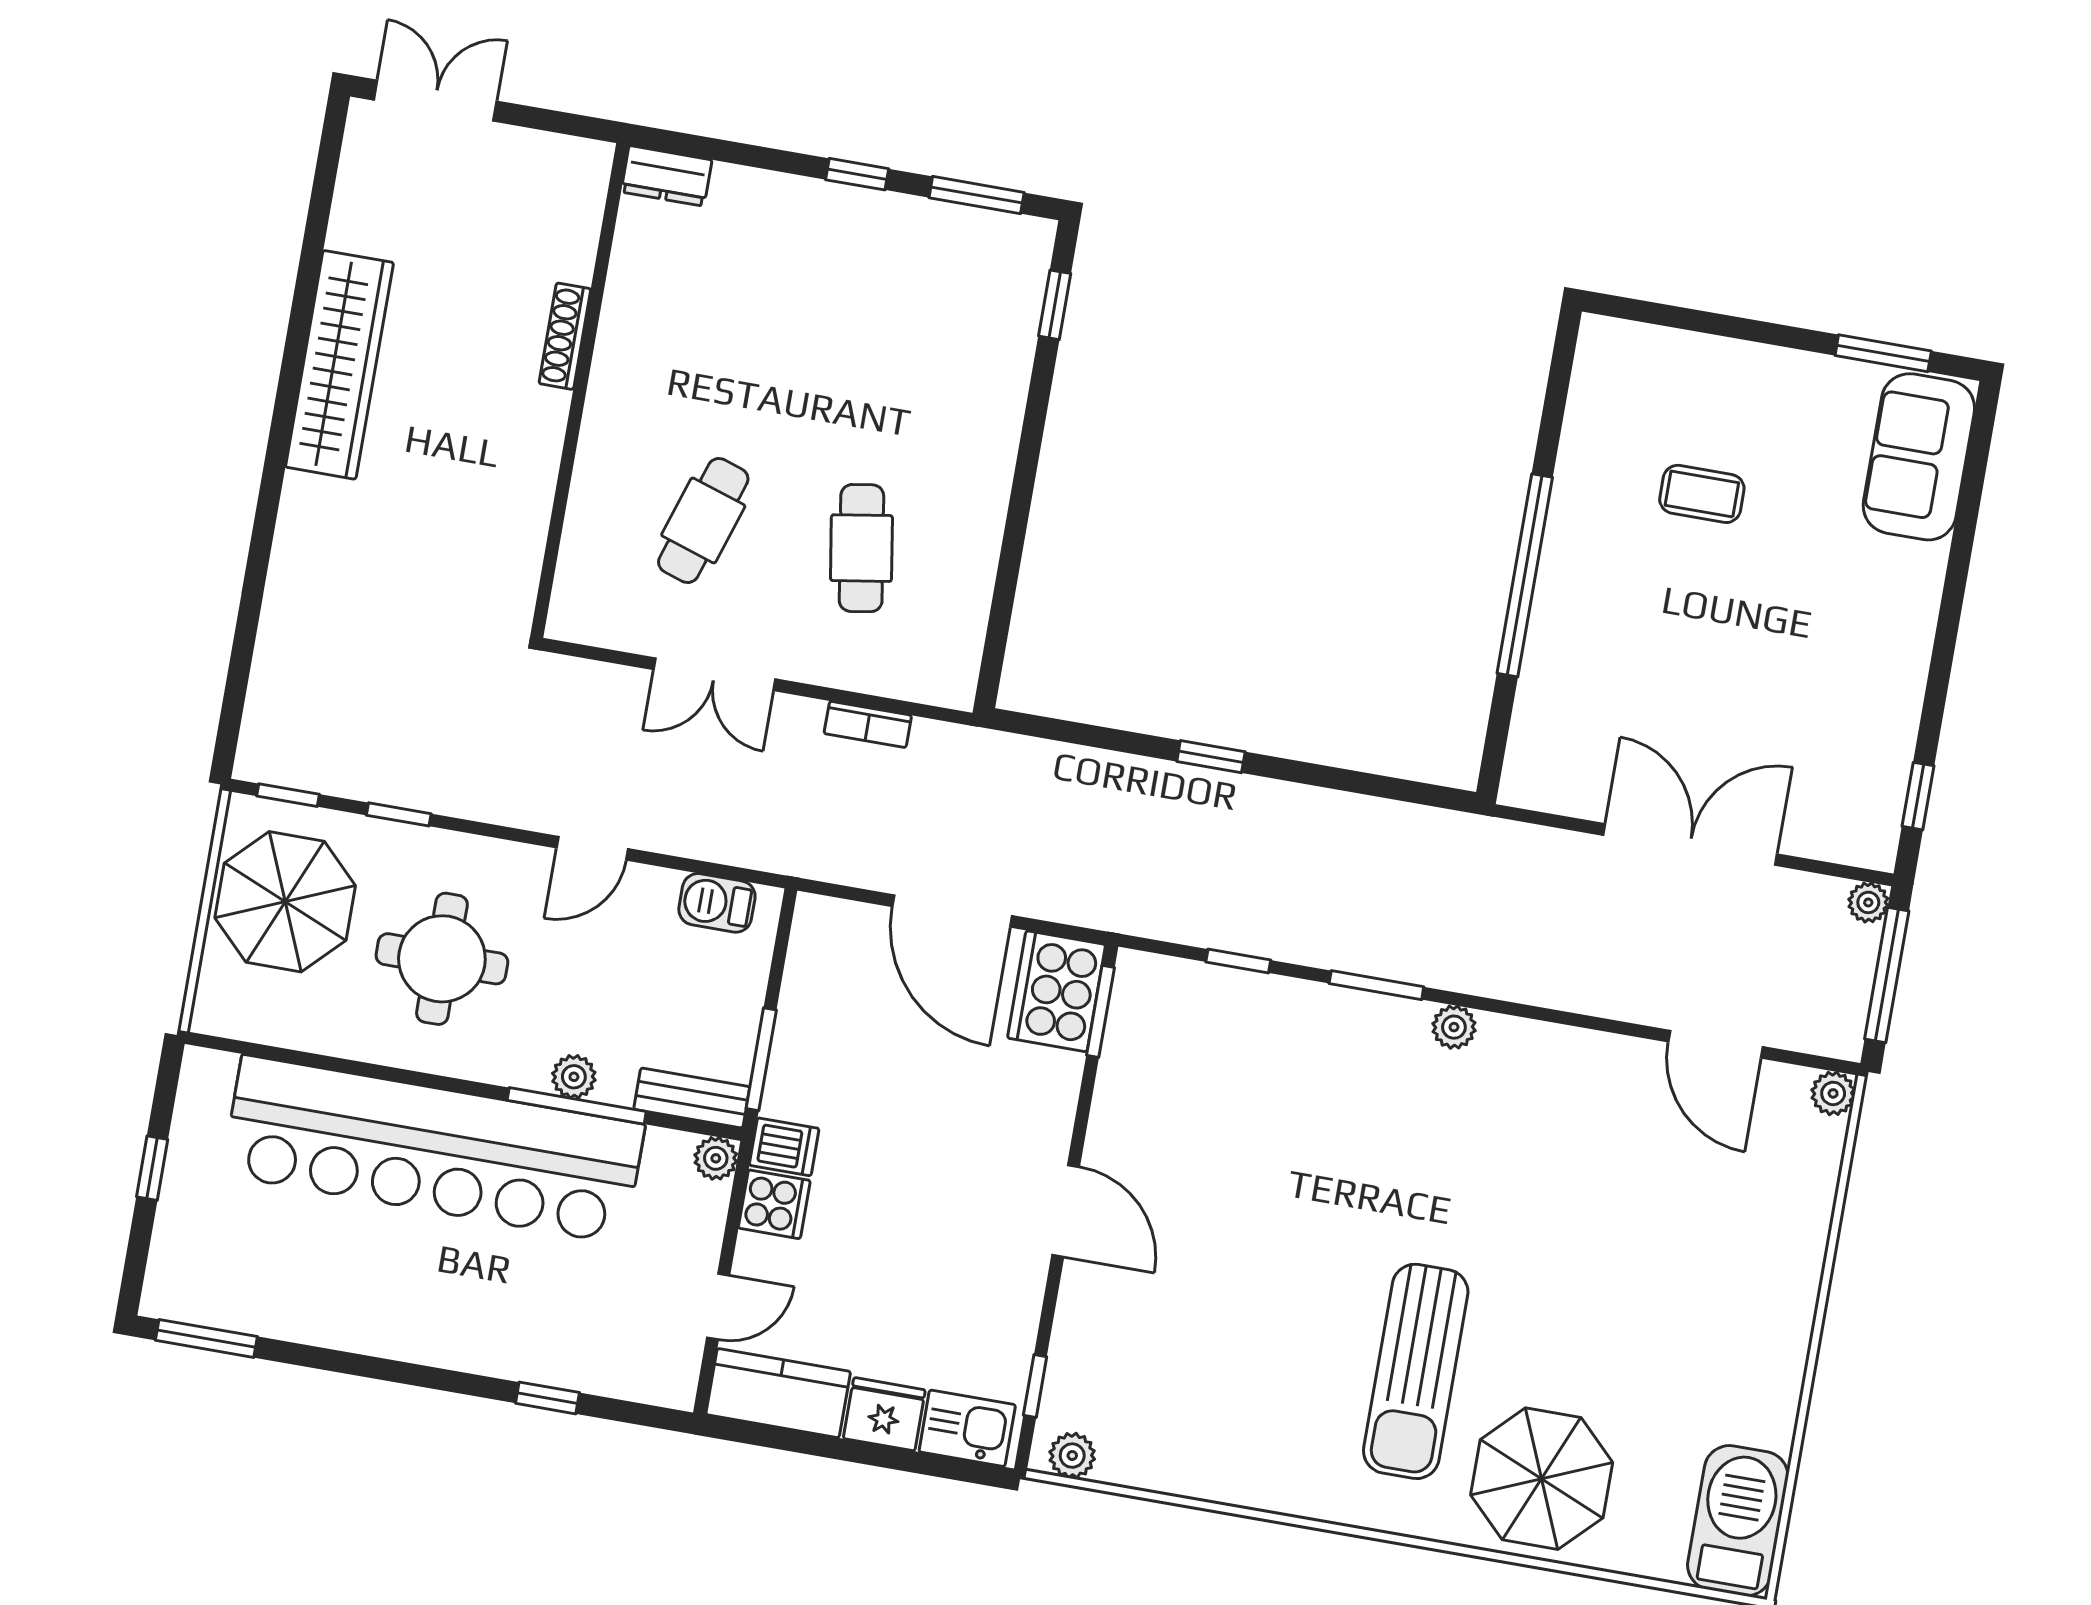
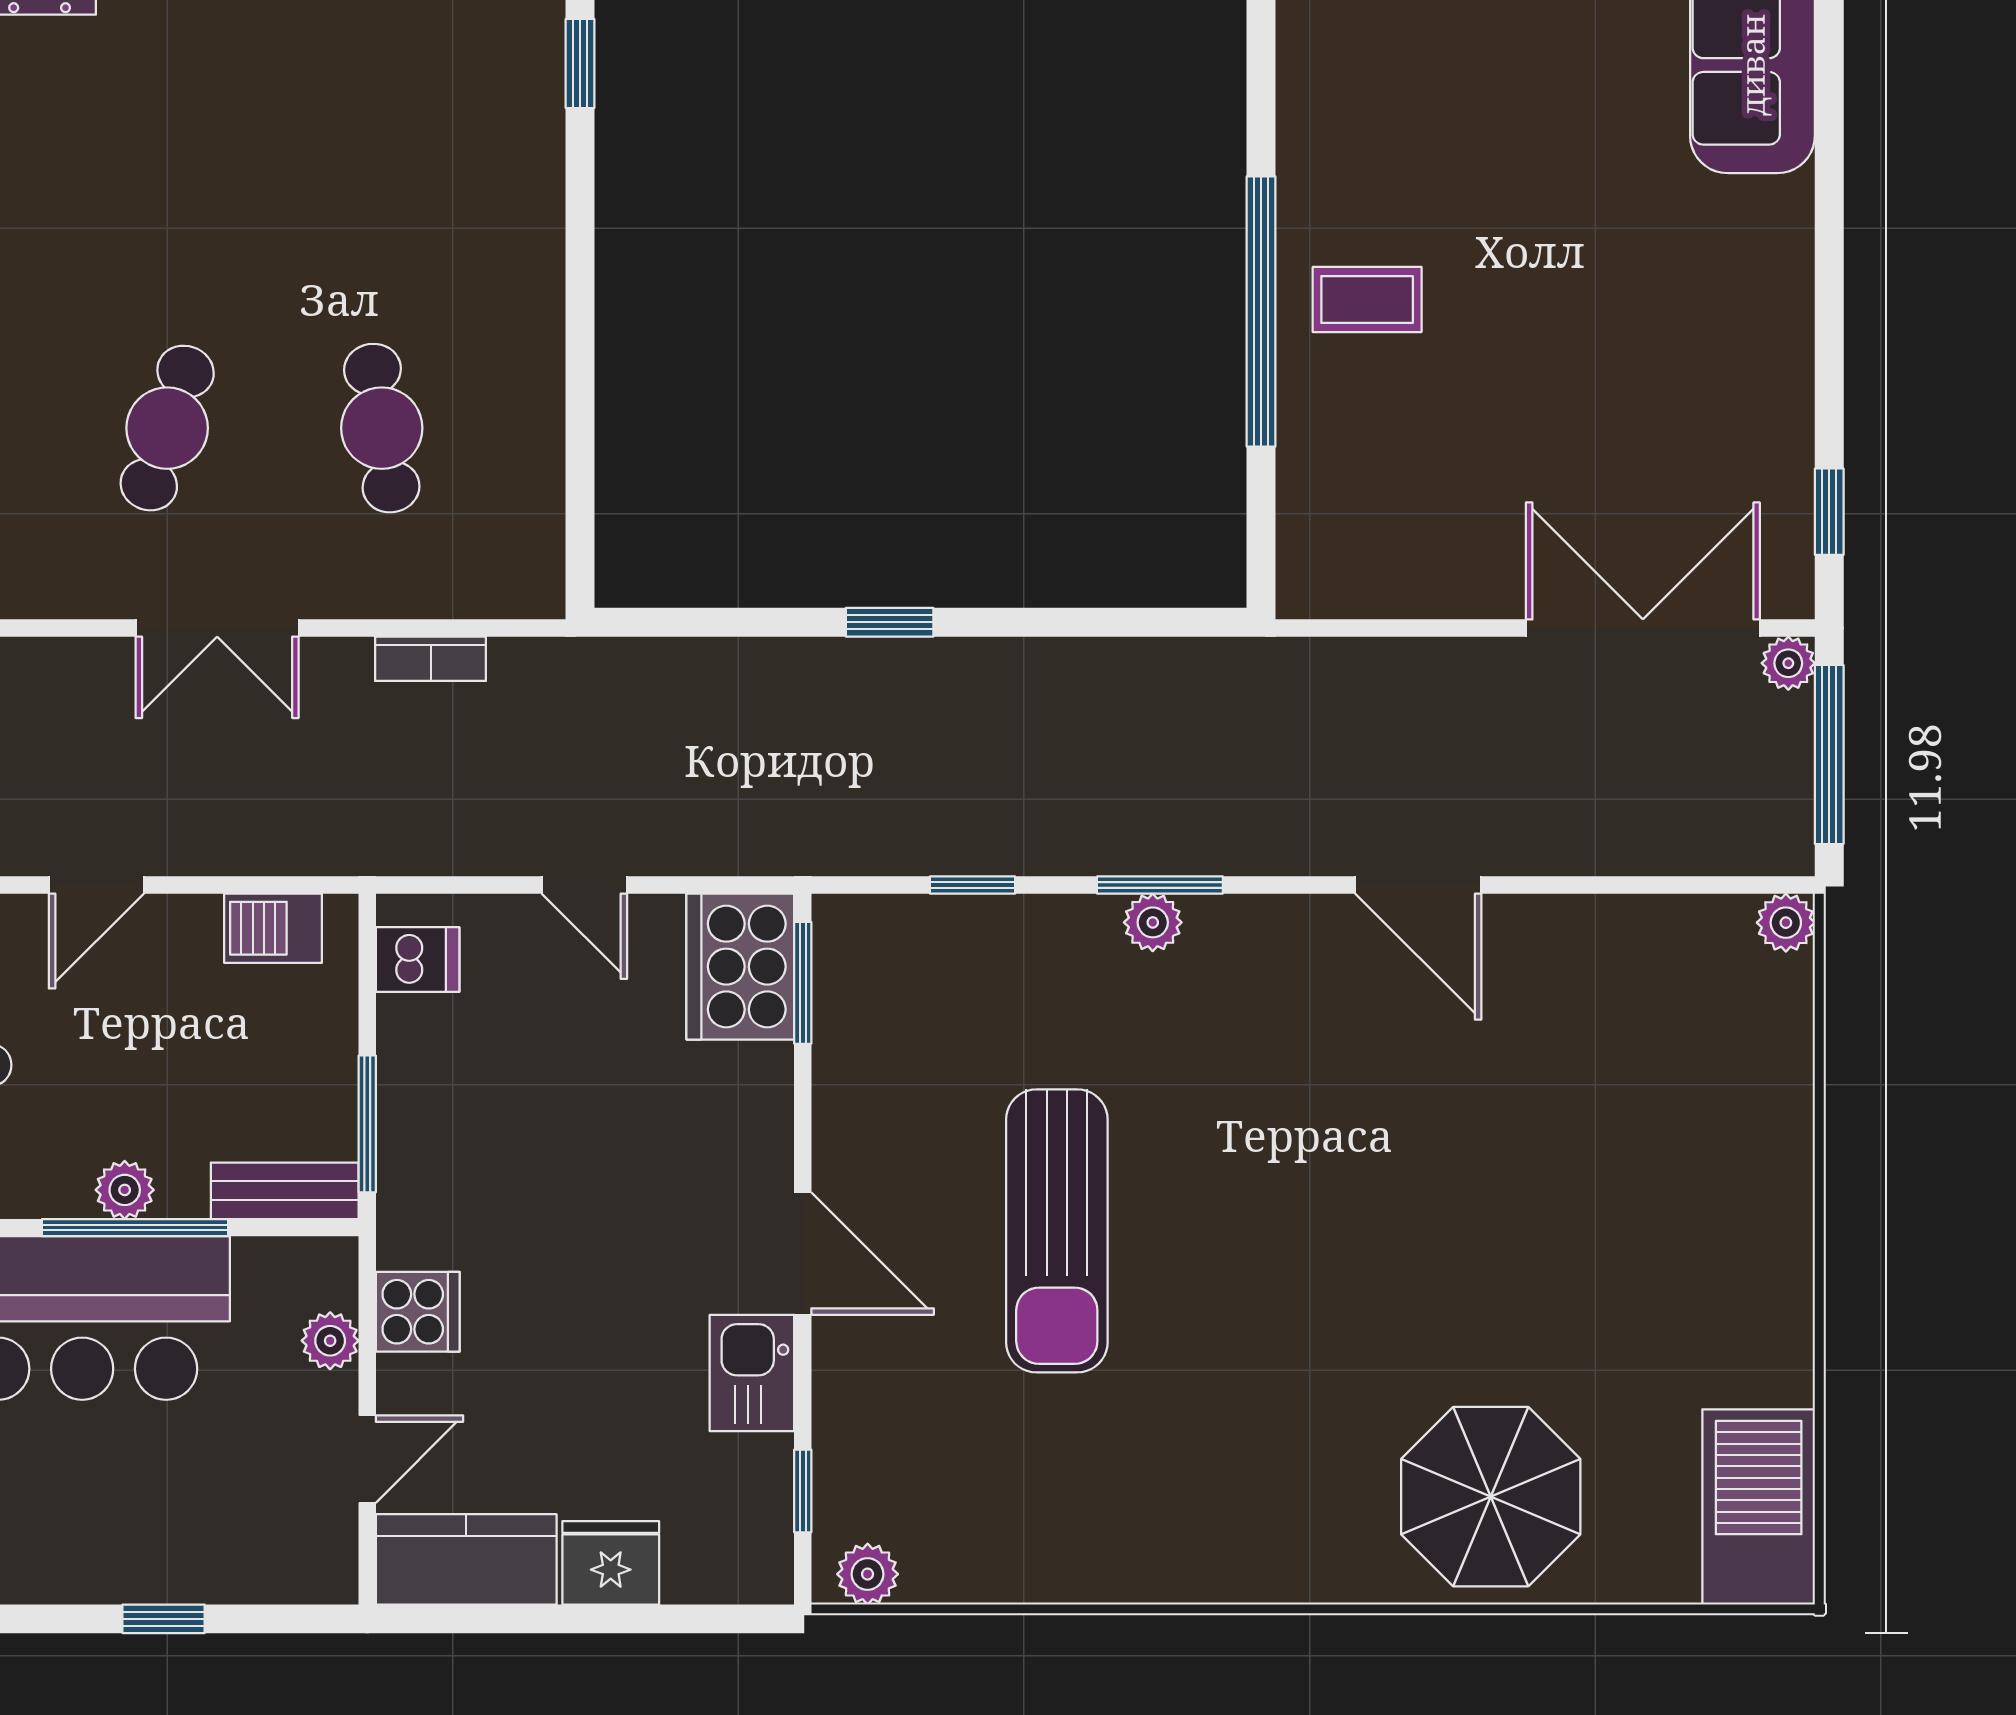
coffee table: (1702, 494) -> (1367, 299), moved
double door: (1690, 845) -> (1643, 628), moved
door: (952, 911) -> (584, 885), width x0.53
plant: (1454, 1027) -> (1153, 922), moved
door: (1715, 1044) -> (1418, 885), moved
dishwasher: (784, 1147) -> (418, 960), moved
plant: (716, 1158) -> (330, 1341), moved
sun lounger: (1416, 1371) -> (1057, 1231), moved
kitchen sink: (967, 1428) -> (752, 1373), moved, turned -90

